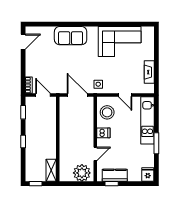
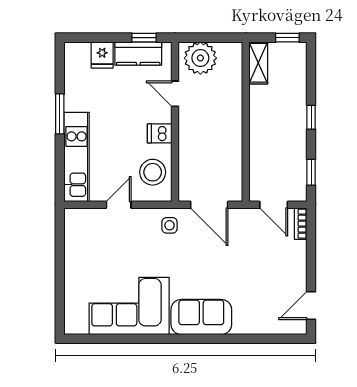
sofa: (71, 36) -> (201, 317), moved
fireplace: (149, 72) -> (73, 248), removed
door: (125, 95) -> (119, 205), hinge flipped
door: (95, 154) -> (175, 94), hinge flipped
fridge: (148, 175) -> (102, 55), moved

